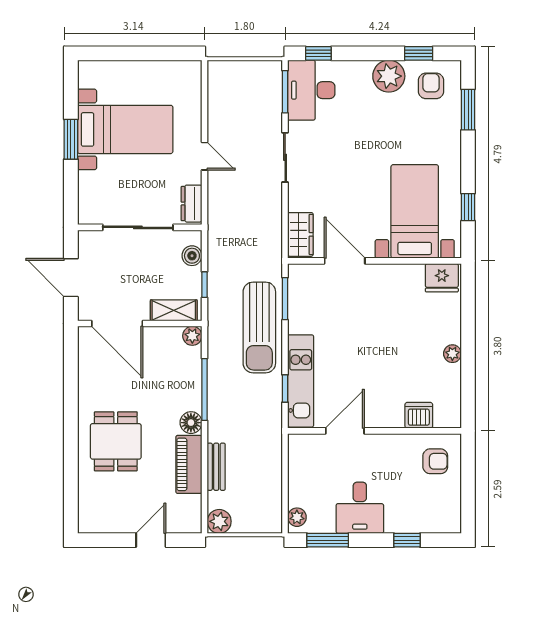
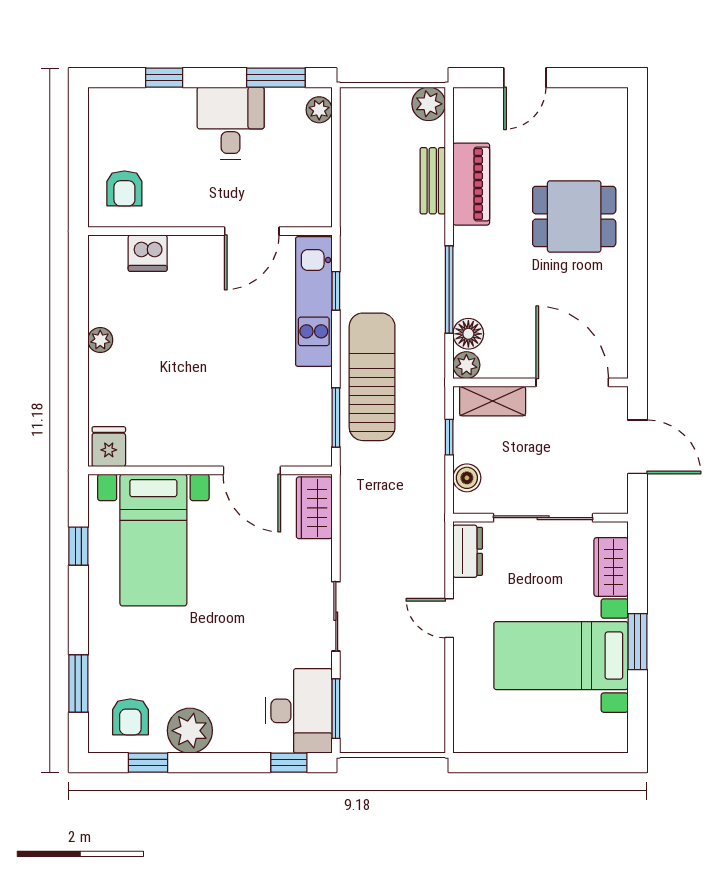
wardrobe: (90, 192) -> (611, 567), added
fridge: (442, 278) -> (109, 447), width x0.72
floor lamp: (191, 423) -> (468, 334), moved
dining table: (116, 441) -> (574, 216), turned 90
armchair: (435, 461) -> (124, 188), turned -90

